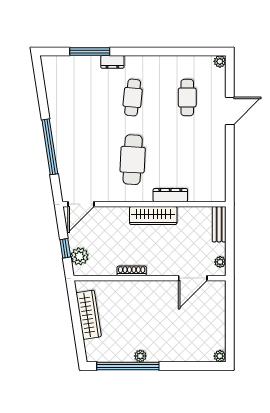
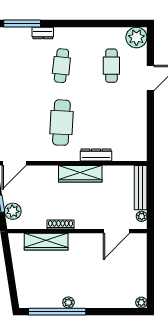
plant: (220, 61) -> (136, 37), width x1.87, depth x1.87
bench: (219, 224) -> (141, 188), width x1.36
wardrobe: (89, 315) -> (46, 242), moved, turned 99

